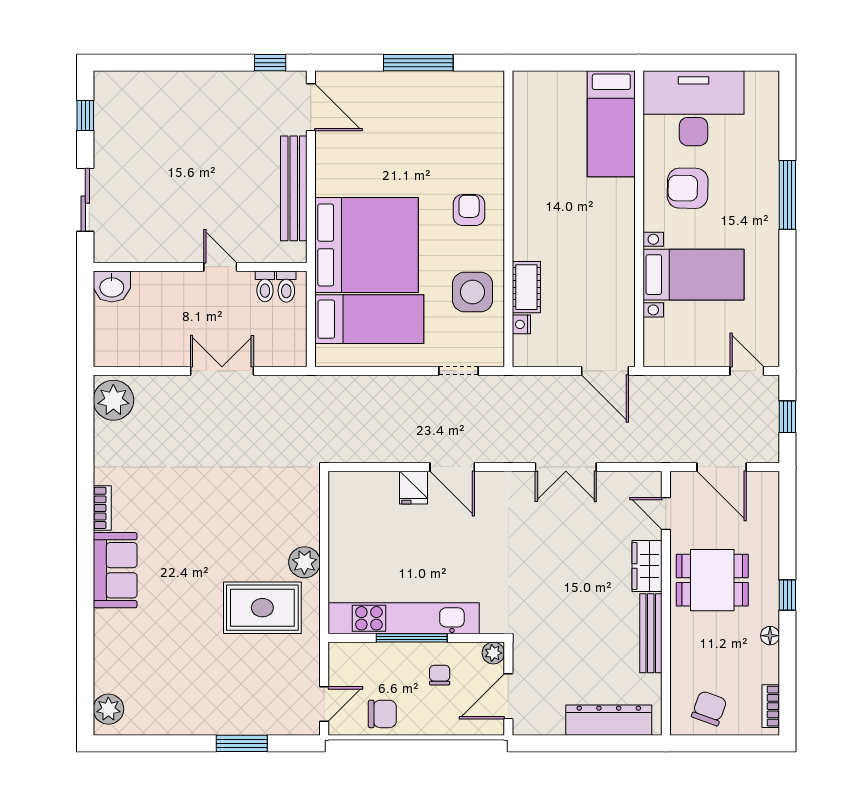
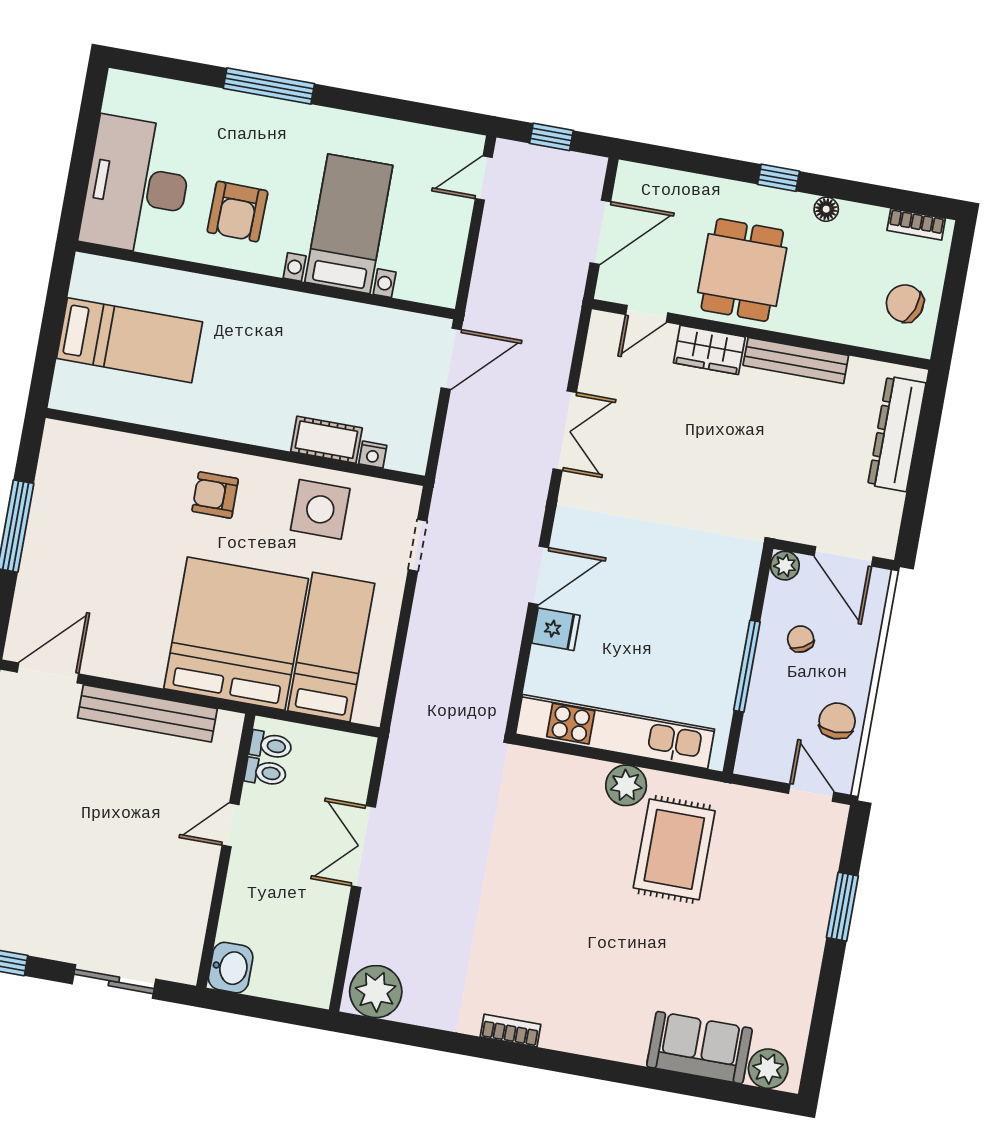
bed: (611, 124) -> (129, 340), moved
sofa: (115, 570) -> (699, 1048), moved
kitchen unit: (404, 618) -> (615, 732), moved, turned 90
chair: (440, 675) -> (801, 639), turned 62

